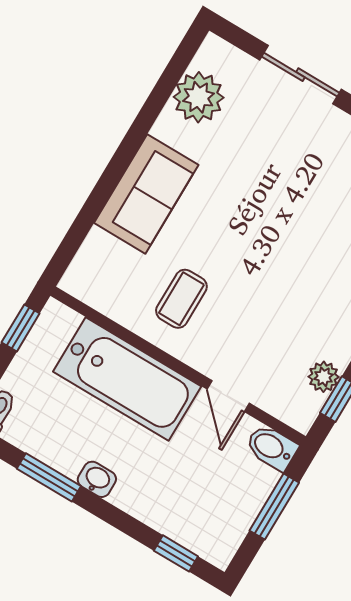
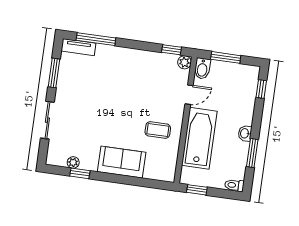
window: (160, 96) -> (80, 173), added
plant: (199, 97) -> (73, 162), width x0.53, depth x0.53
plant: (324, 377) -> (184, 62), moved

